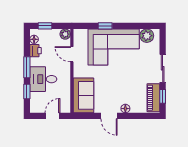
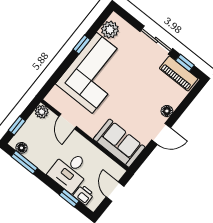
window: (105, 26) -> (82, 44), moved
printer: (35, 51) -> (84, 195), moved
door: (72, 54) -> (68, 121), hinge flipped
window: (27, 67) -> (24, 162), moved

